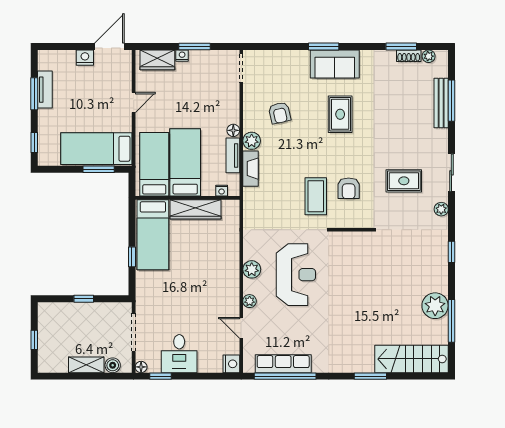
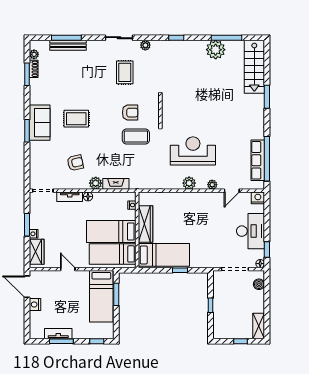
tv unit: (233, 155) -> (70, 197), moved
desk: (179, 354) -> (250, 231), width x1.37
shelving: (86, 365) -> (259, 326), moved

